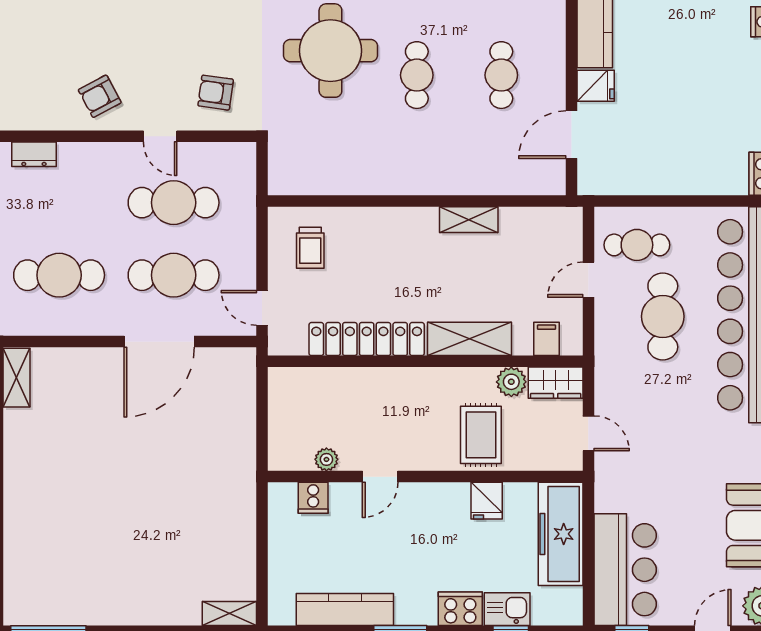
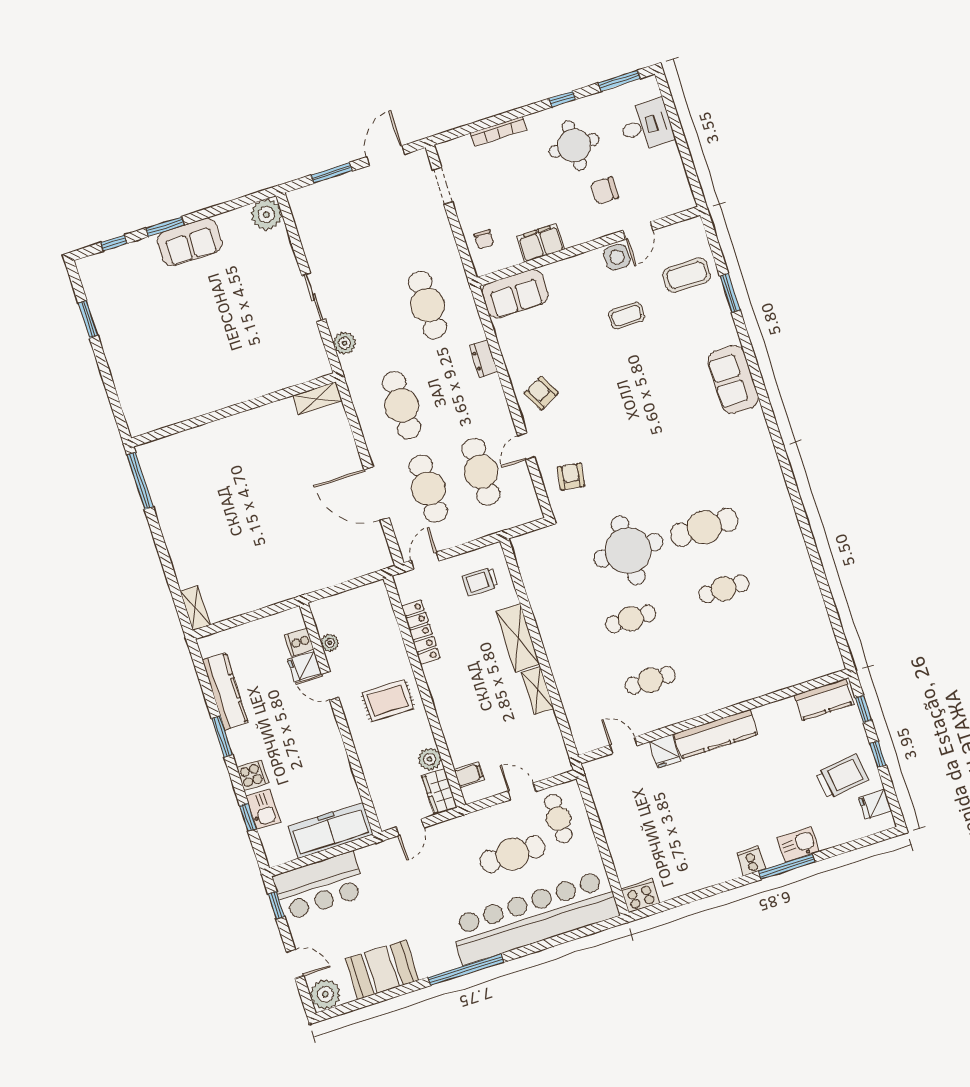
door: (572, 135) -> (623, 745), width x0.73
locker: (367, 339) -> (421, 632), width x0.71, depth x0.83
shelving: (469, 339) -> (518, 638), moved
rug: (481, 435) -> (388, 700), moved
fridge: (487, 501) -> (304, 666), moved
cooker: (460, 609) -> (253, 775), width x0.73

